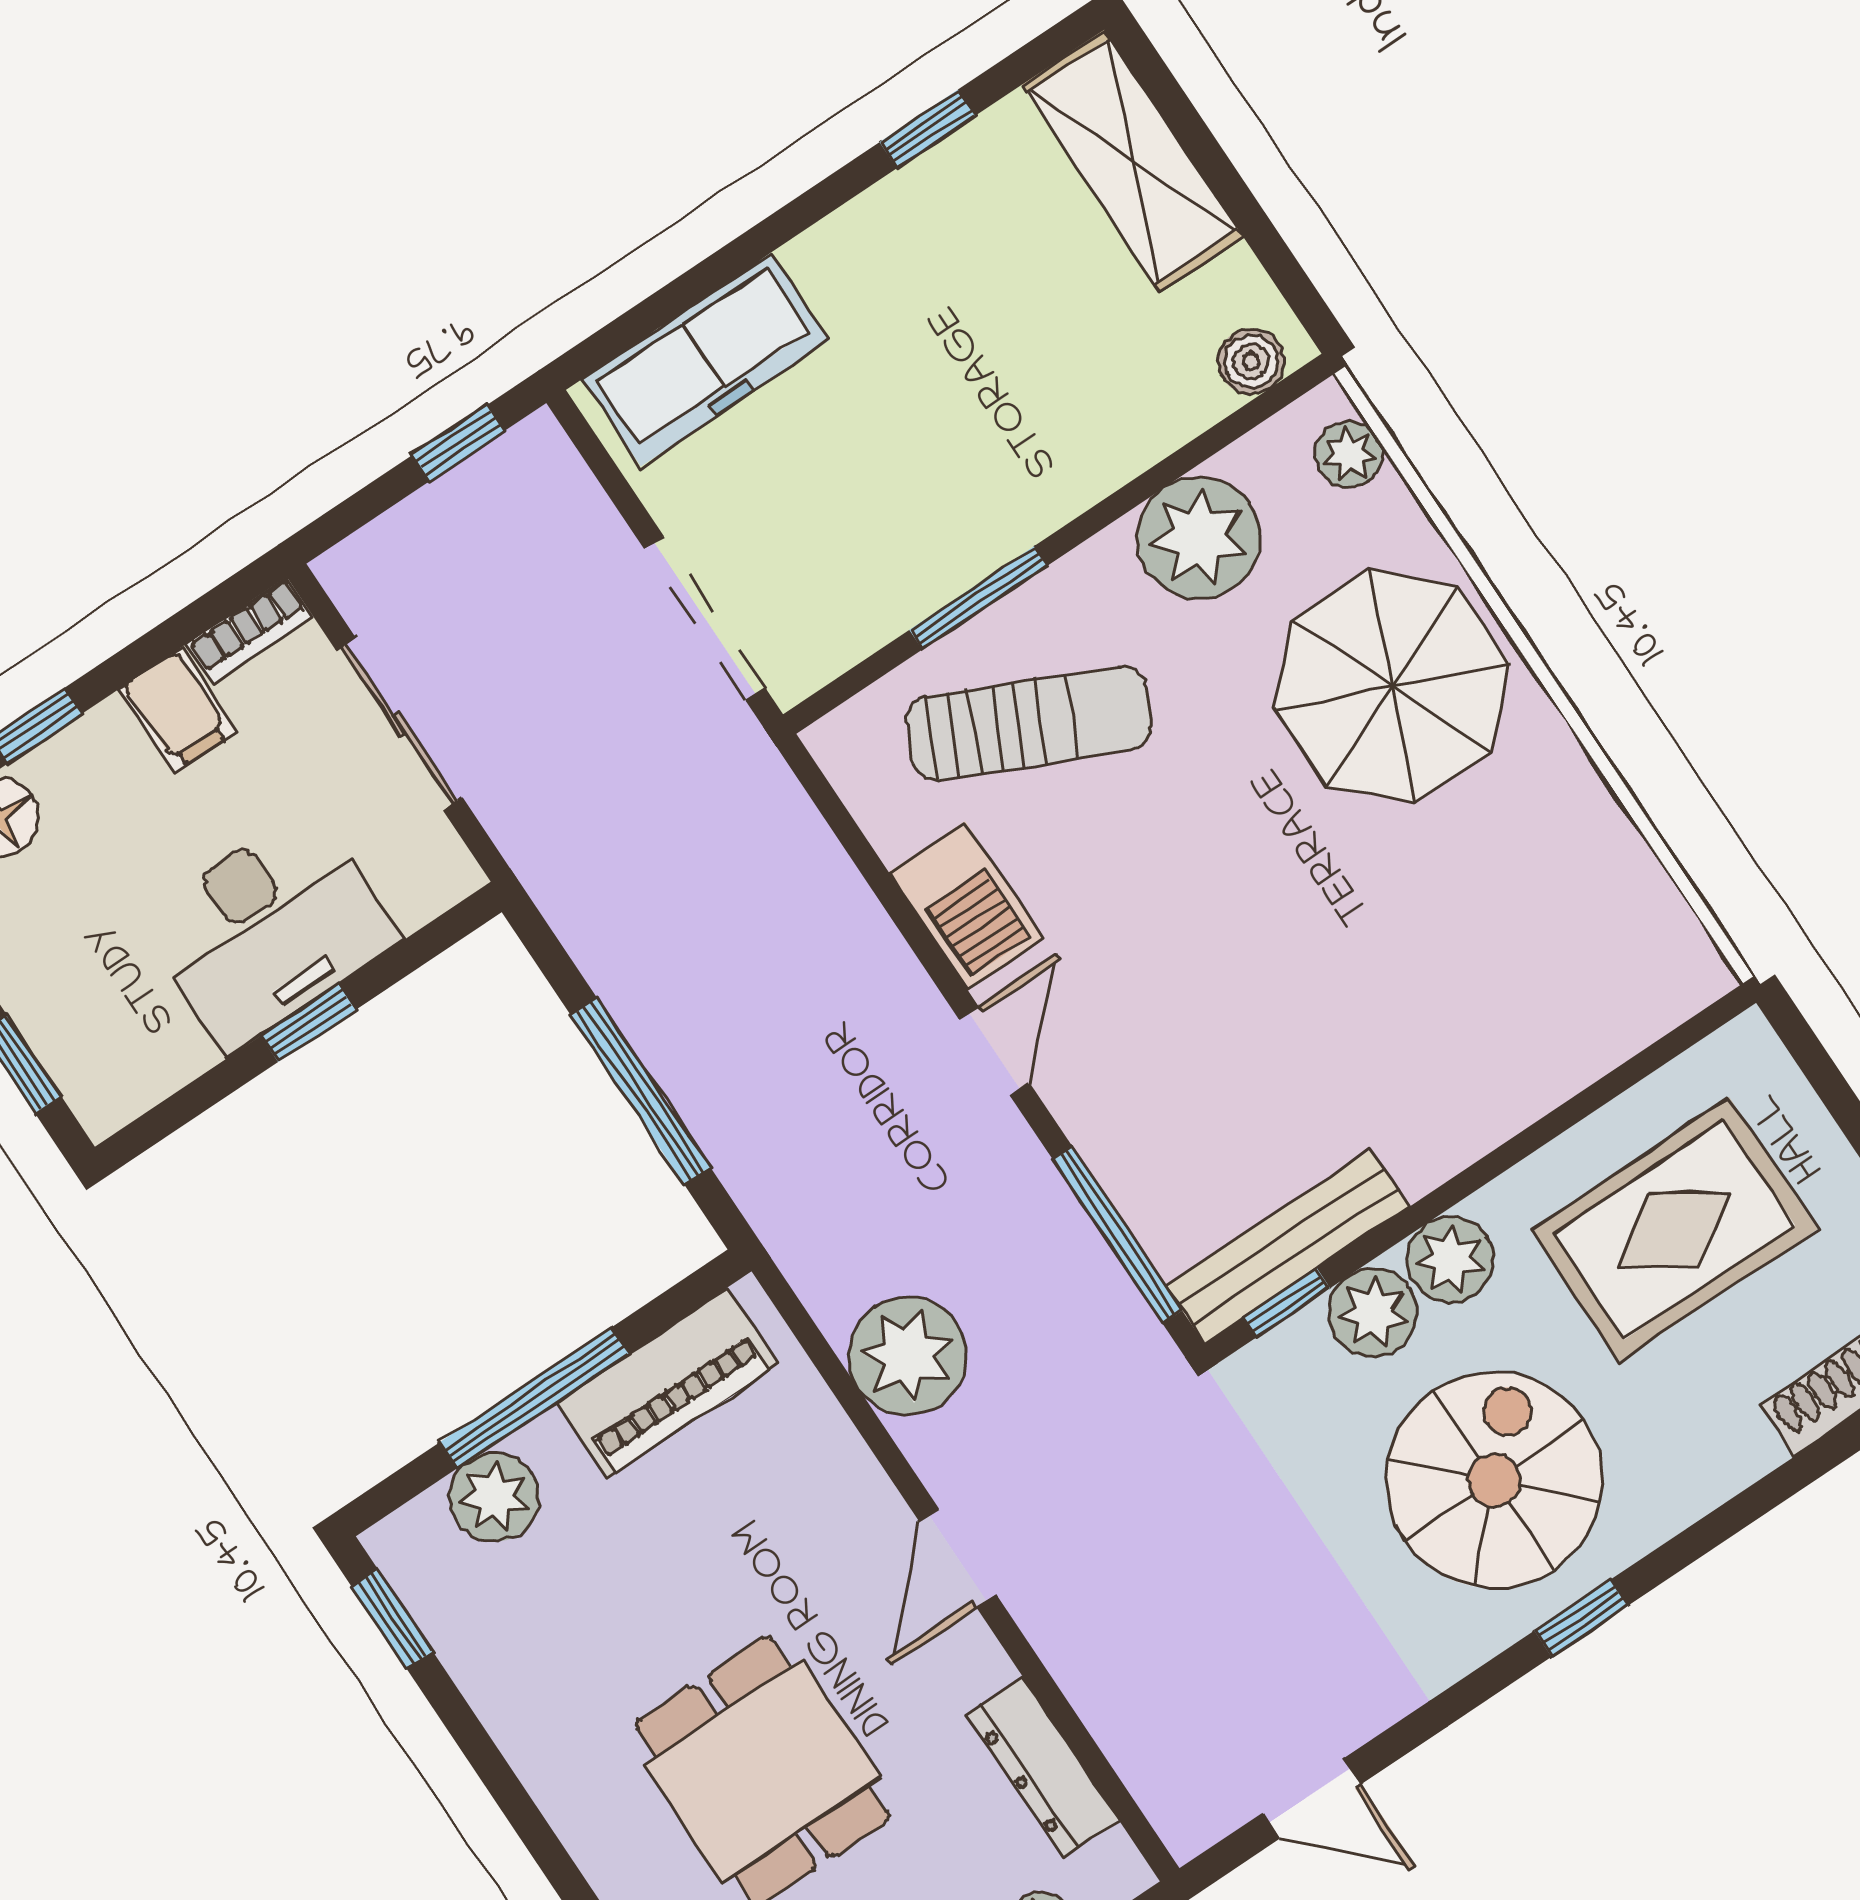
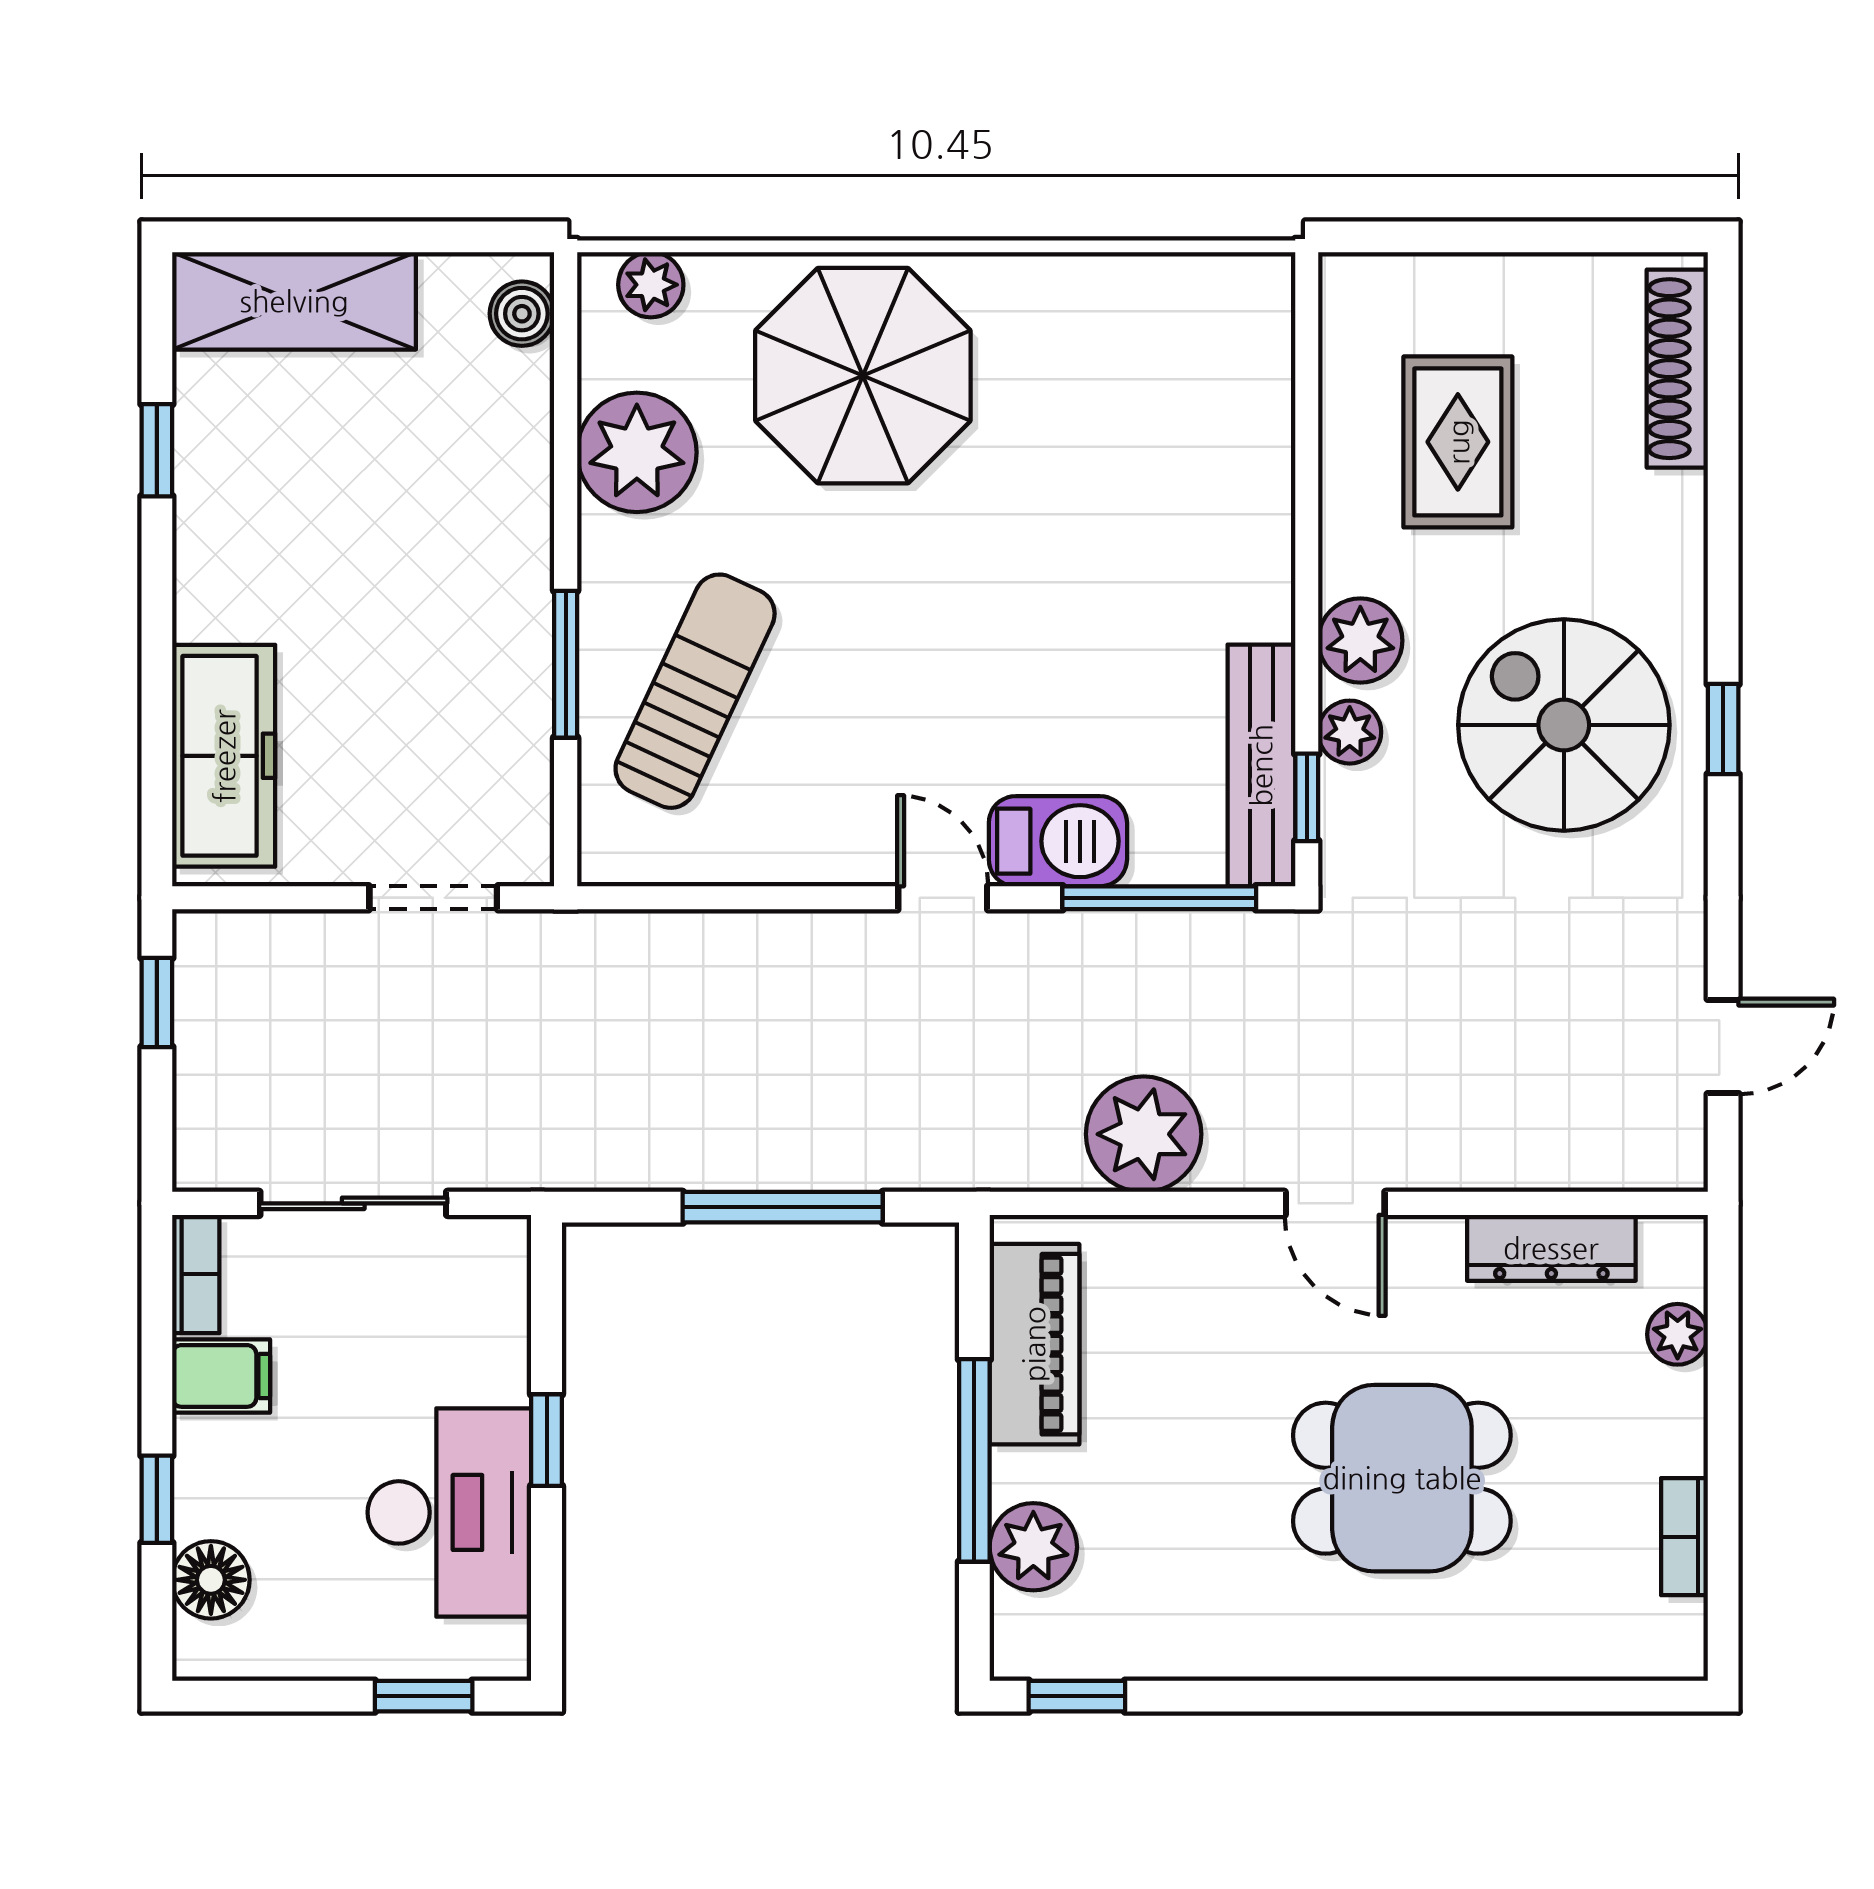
doorway: (705, 618) -> (433, 898), width x0.73
barbecue: (966, 905) -> (1058, 841), moved
desk: (269, 930) -> (449, 1512), moved
rug: (1674, 1229) -> (1458, 442), width x0.73, depth x0.70
plant: (1373, 1313) -> (1350, 732), width x0.73, depth x0.73

